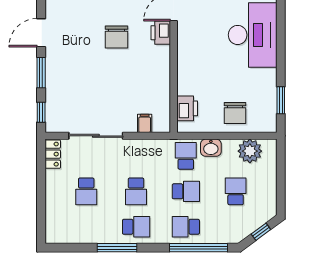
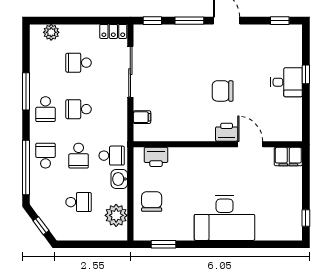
chair: (235, 113) -> (152, 202), turned 90
plant: (54, 221) -> (51, 32), added

